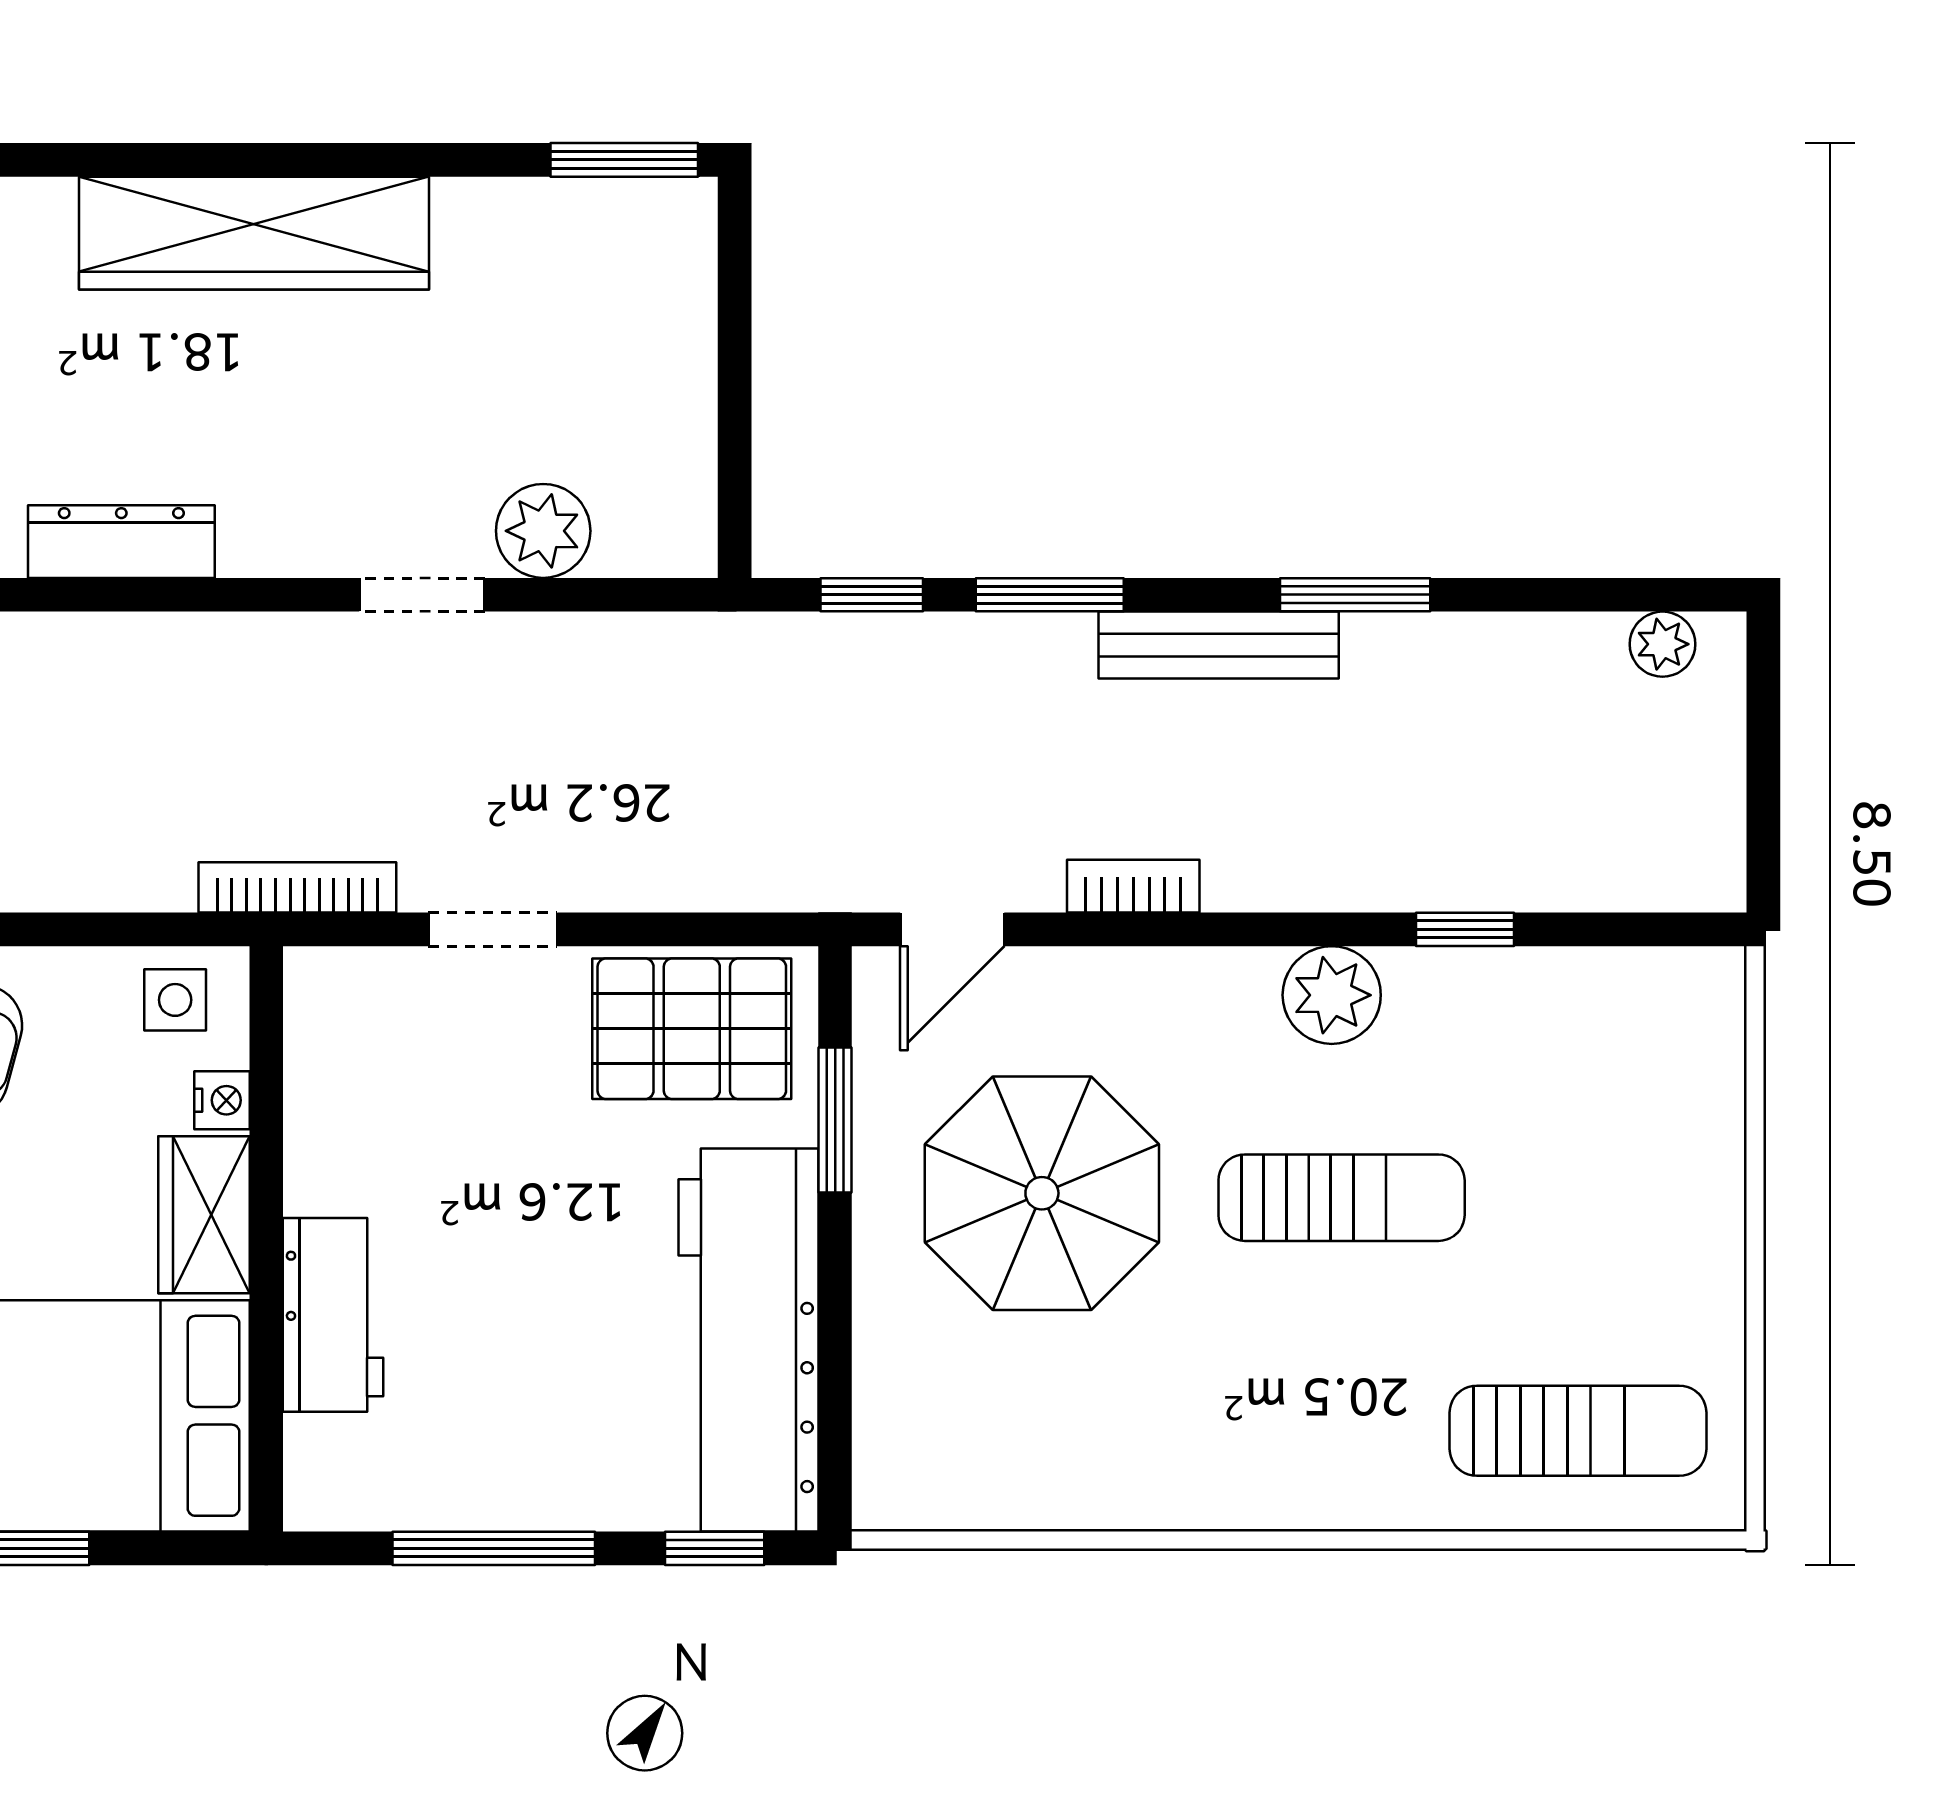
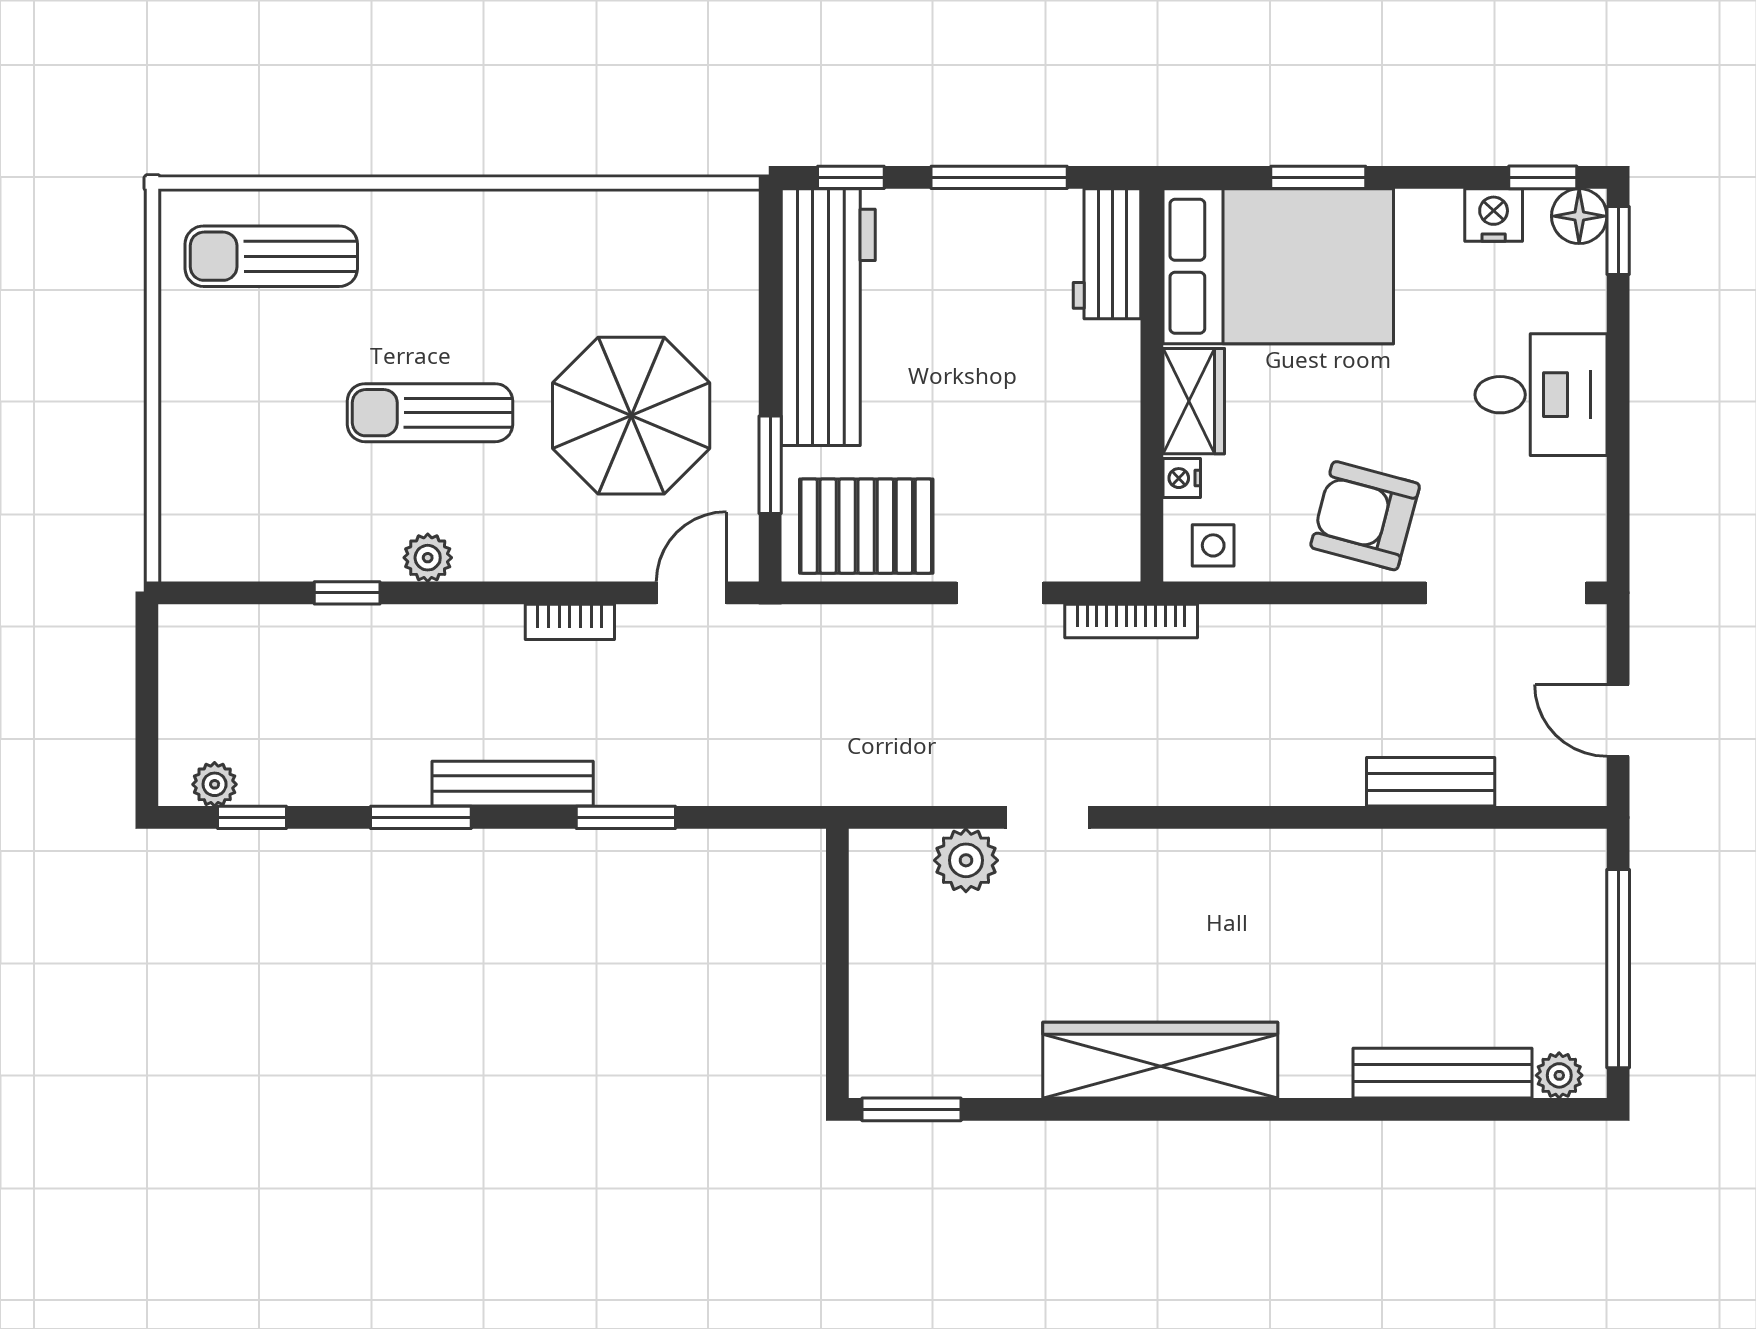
dresser: (121, 542) -> (1249, 853), removed
window: (872, 595) -> (252, 817), moved
plant: (1332, 995) -> (428, 558), width x0.73, depth x0.73
workbench: (333, 1315) -> (1107, 254), moved

